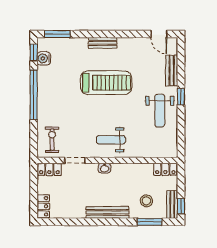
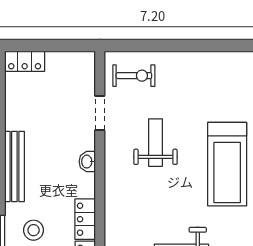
window: (34, 95) -> (208, 45), removed
weight bench: (111, 140) -> (156, 143), moved
locker: (49, 169) -> (85, 219), moved

